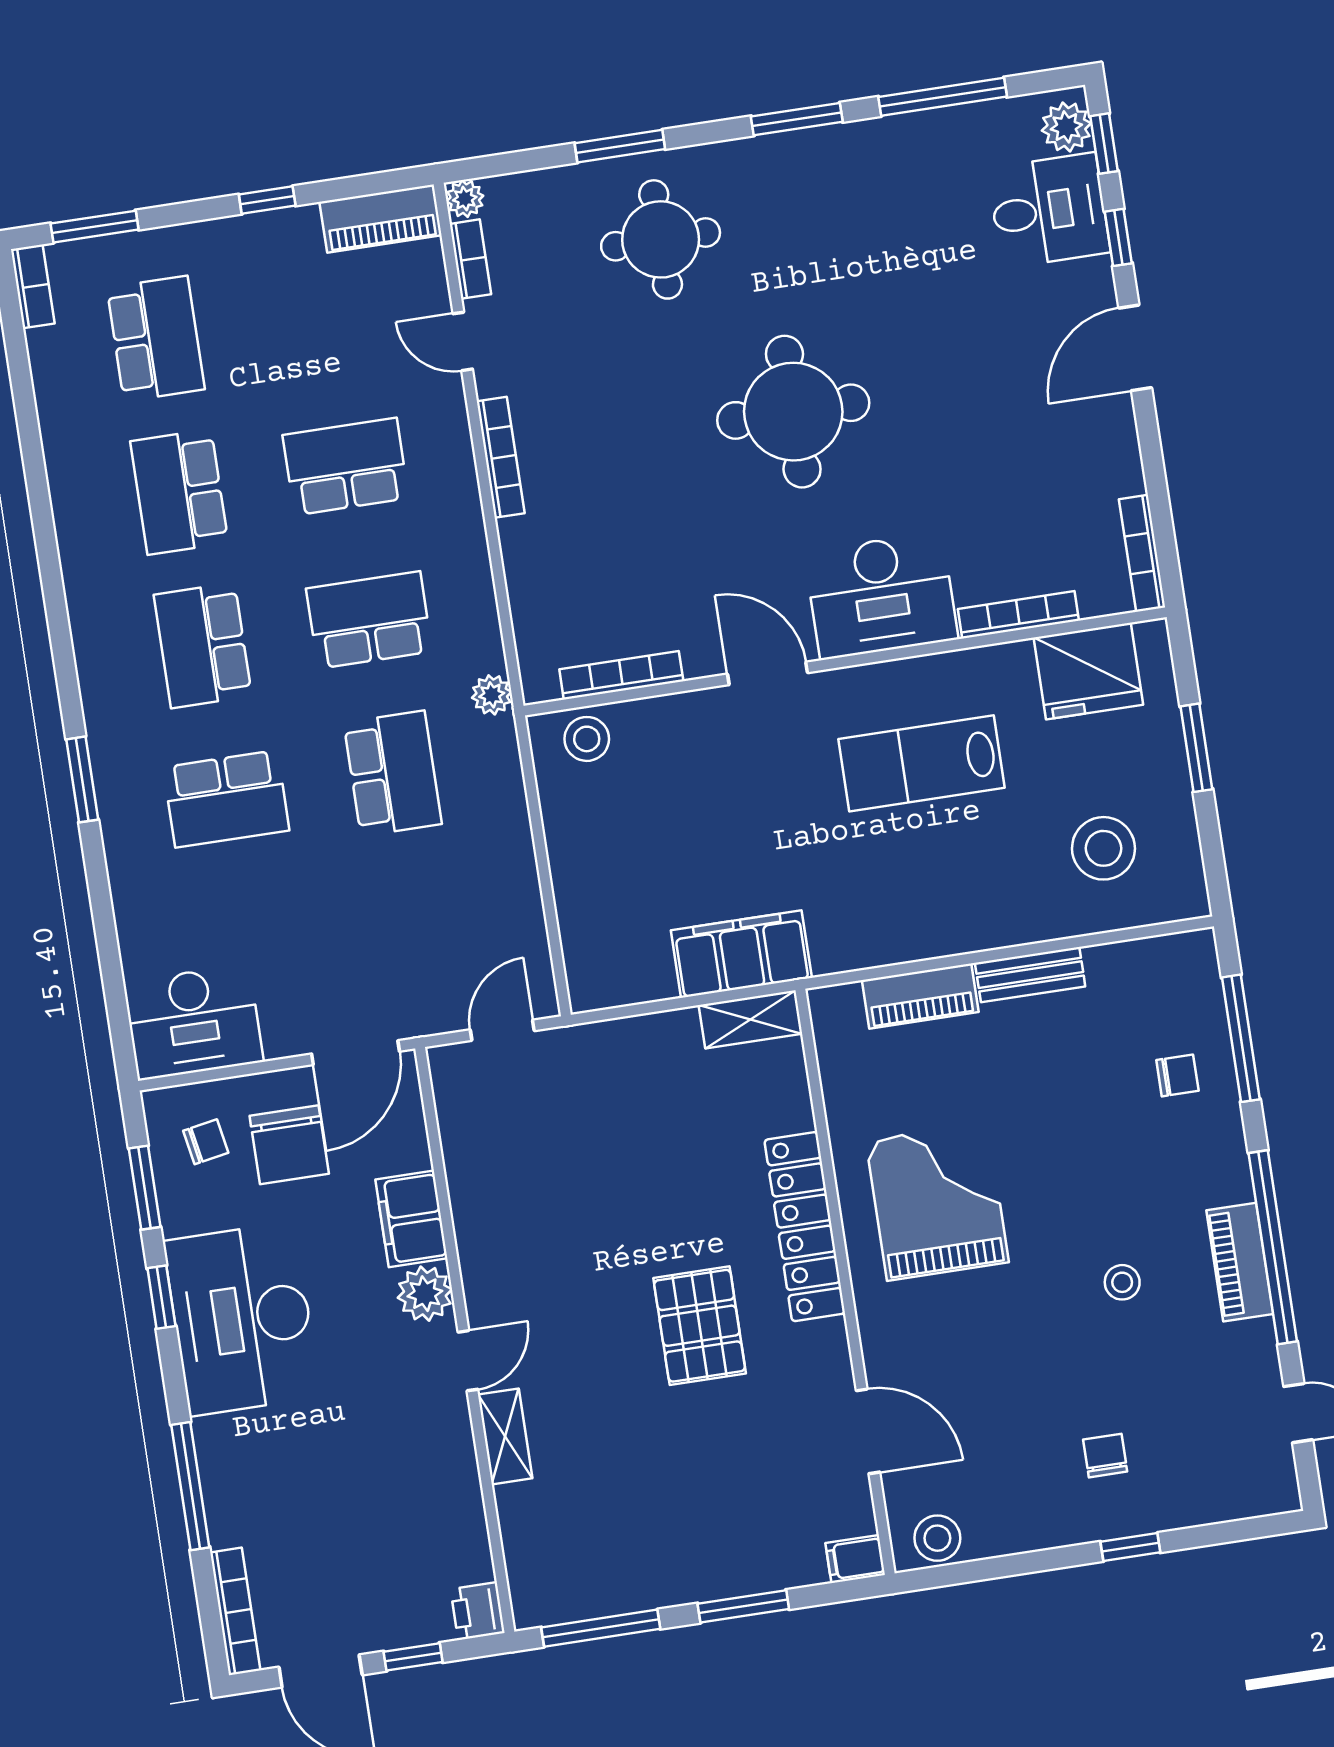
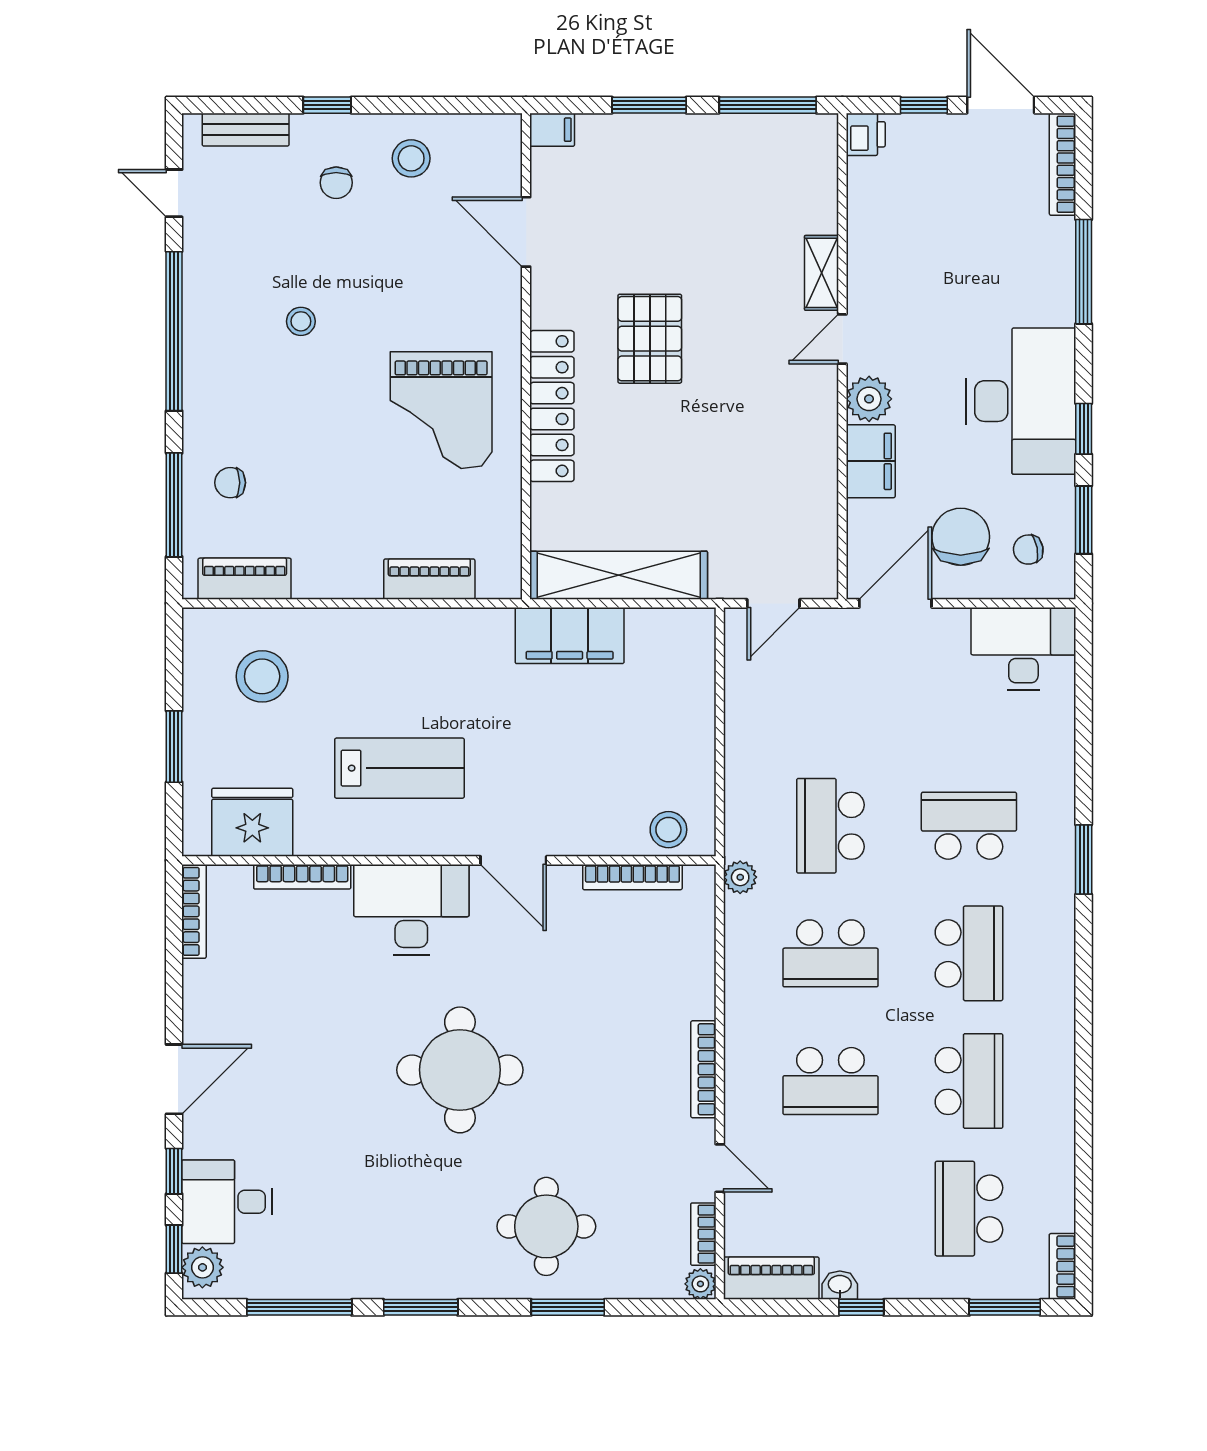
washbasin: (297, 223) -> (840, 1285), added
bench: (1030, 975) -> (246, 130), moved
shelving: (750, 1019) -> (619, 575), width x2.20, depth x1.33
piano: (1240, 1262) -> (245, 579), moved, turned -90
stool: (937, 1538) -> (411, 158), moved

